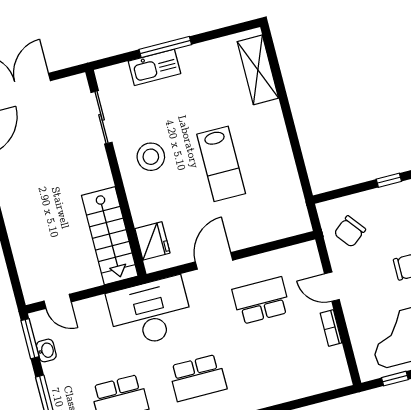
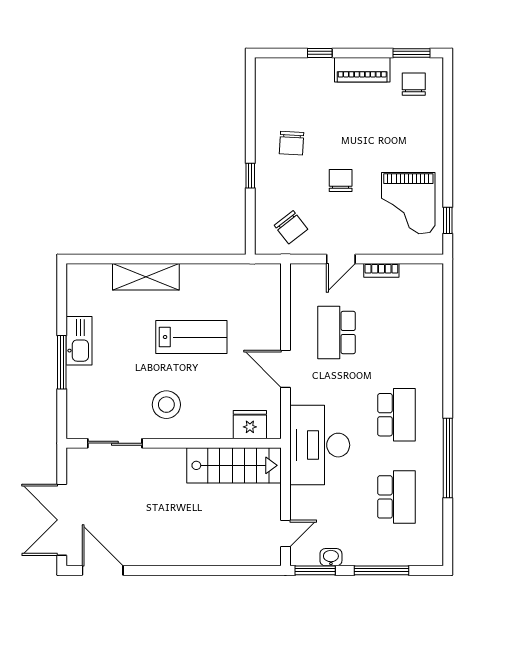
kitchen sink: (154, 67) -> (79, 341), moved
shelving: (258, 70) -> (146, 277), moved

